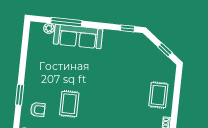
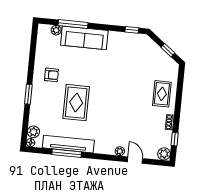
rug: (69, 104) -> (76, 103), width x1.36, depth x1.43
armchair: (38, 110) -> (51, 75), moved

